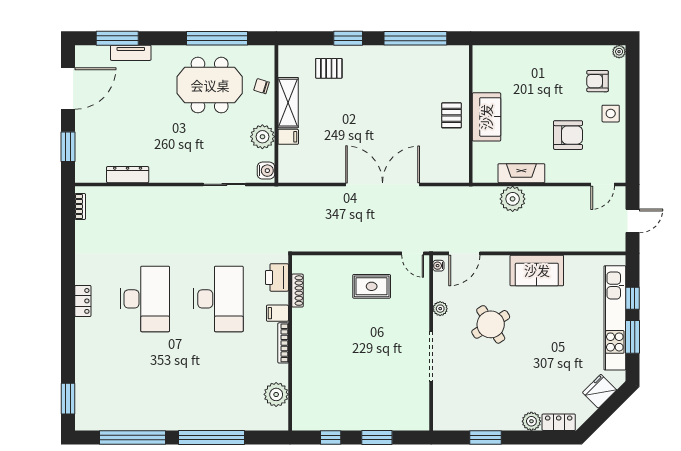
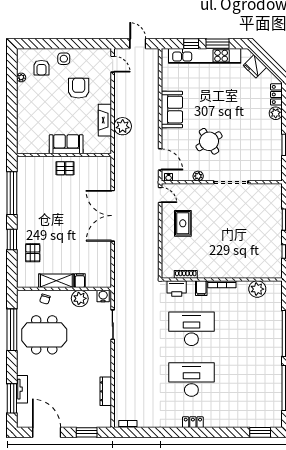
plant: (619, 52) -> (21, 77), moved
meeting table: (210, 85) -> (44, 335), turned 90
door: (413, 253) -> (160, 195), hinge flipped

